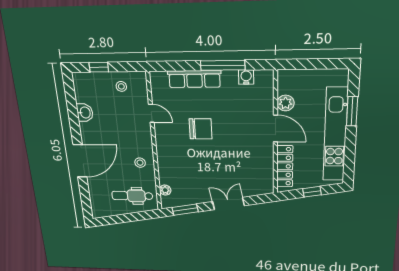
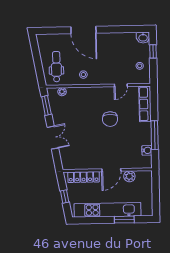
row of seats: (194, 79) -> (145, 104), moved
washbasin: (85, 112) -> (143, 37), moved

